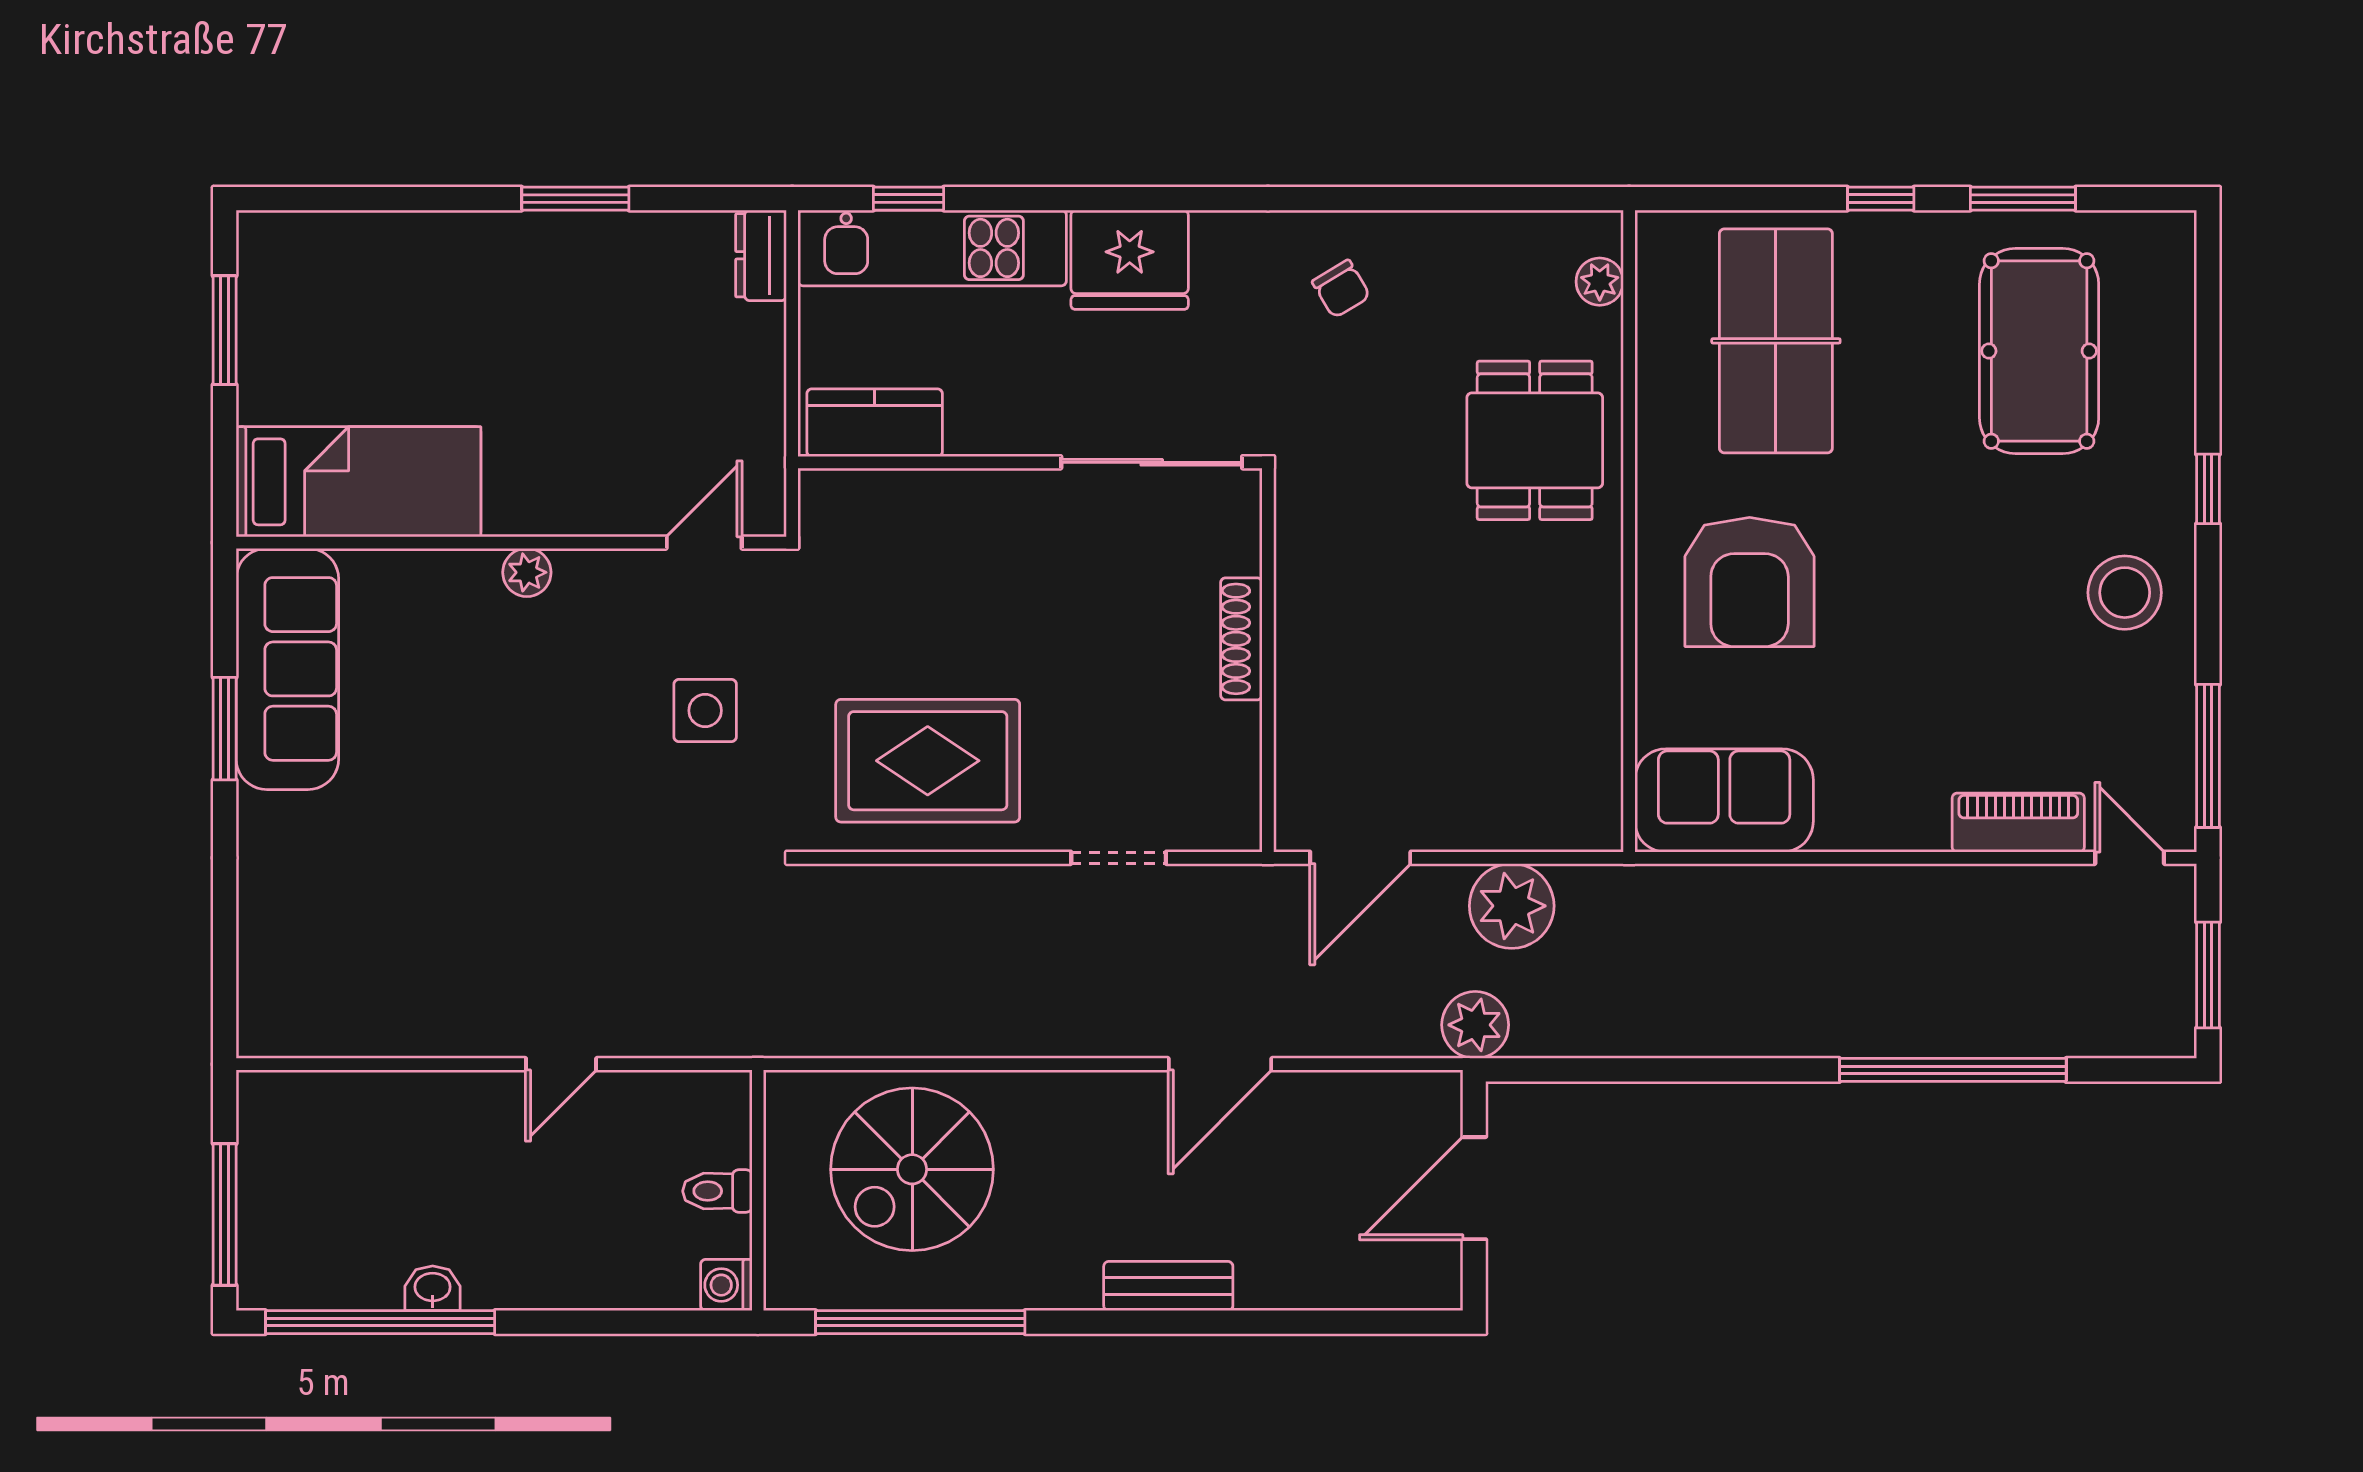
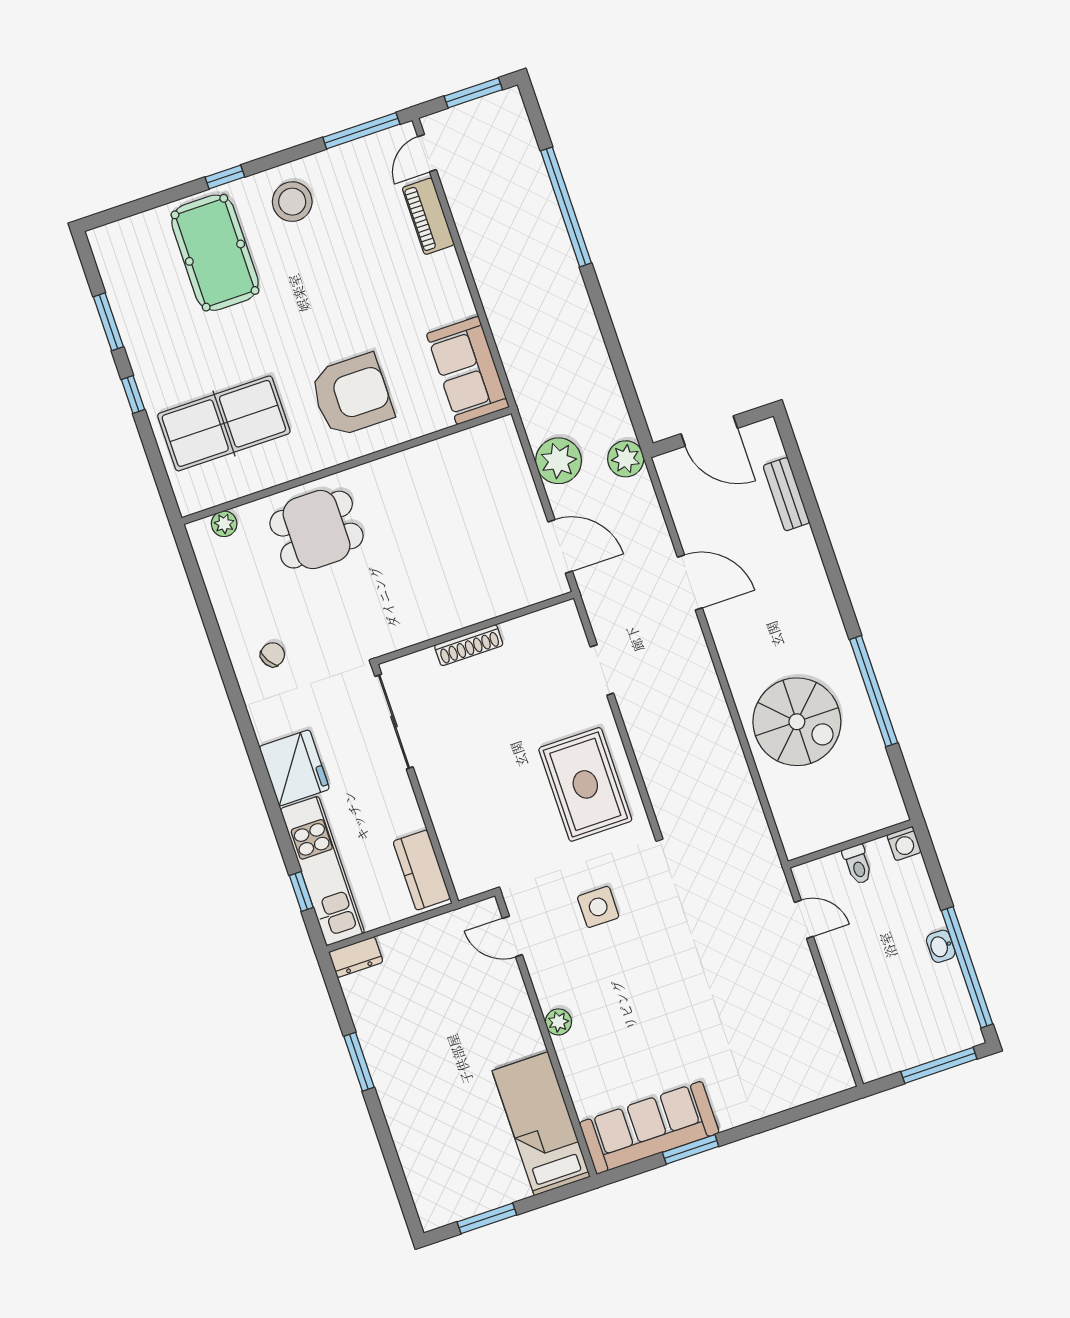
pool table: (2039, 351) -> (215, 253), moved, turned 90
wall: (758, 1190) -> (850, 844), moved
toilet: (717, 1191) -> (858, 864), moved
washing machine: (726, 1285) -> (904, 844), moved
bench: (1168, 1286) -> (786, 494), moved

